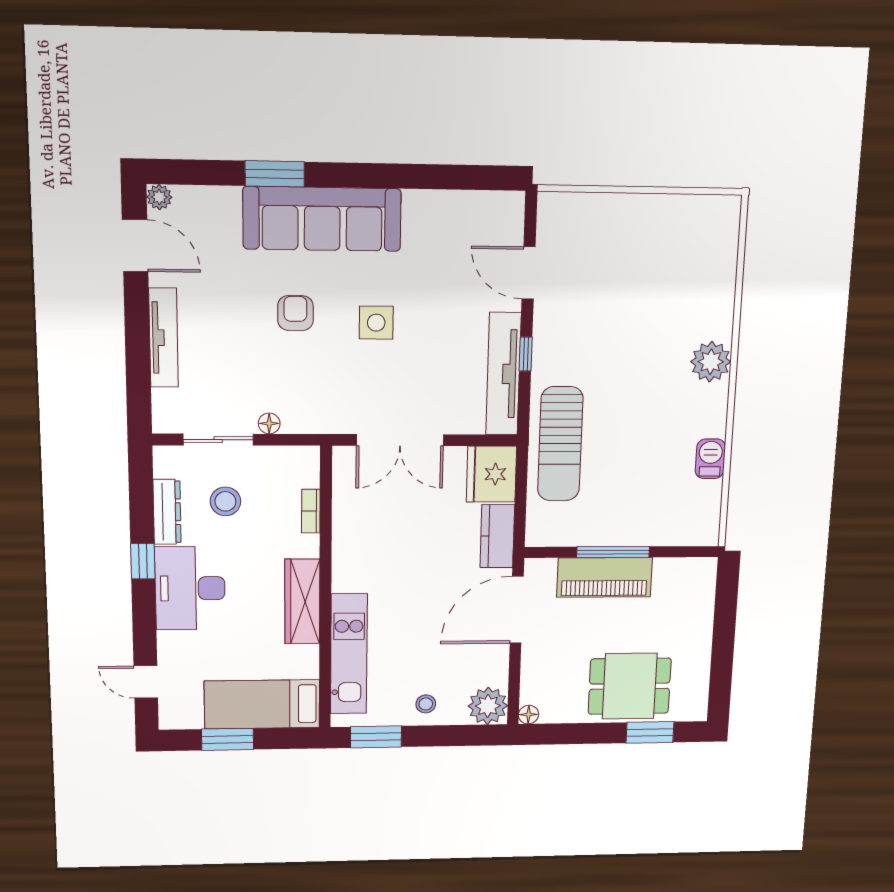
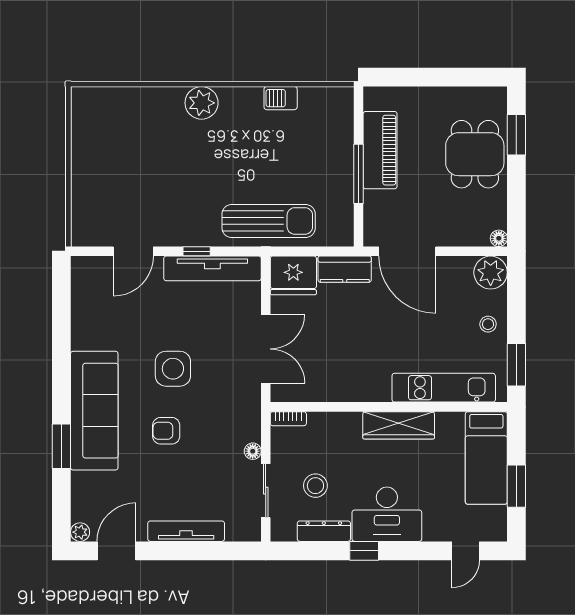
side table: (376, 323) -> (173, 369), width x1.37, depth x1.37
bookcase: (311, 511) -> (288, 419), moved
piano: (605, 577) -> (380, 150), moved

